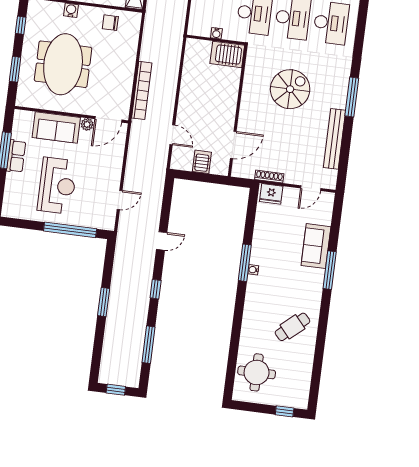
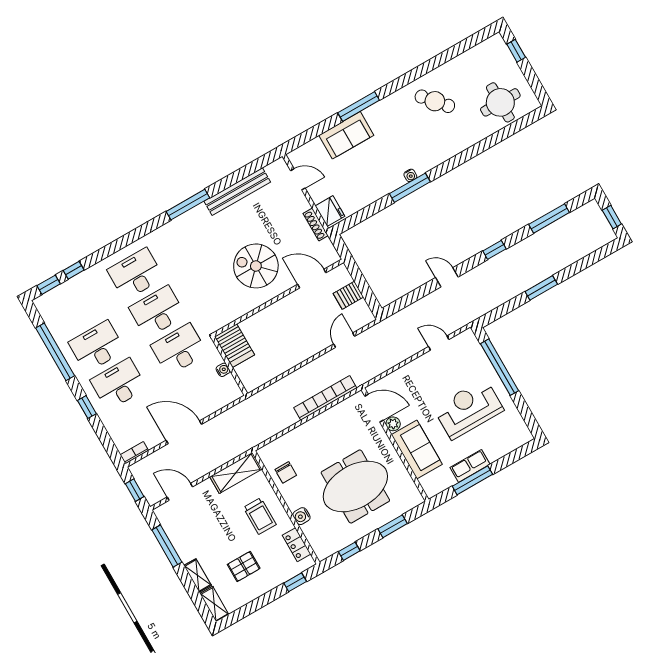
spiral stairs: (290, 89) -> (256, 266), moved

